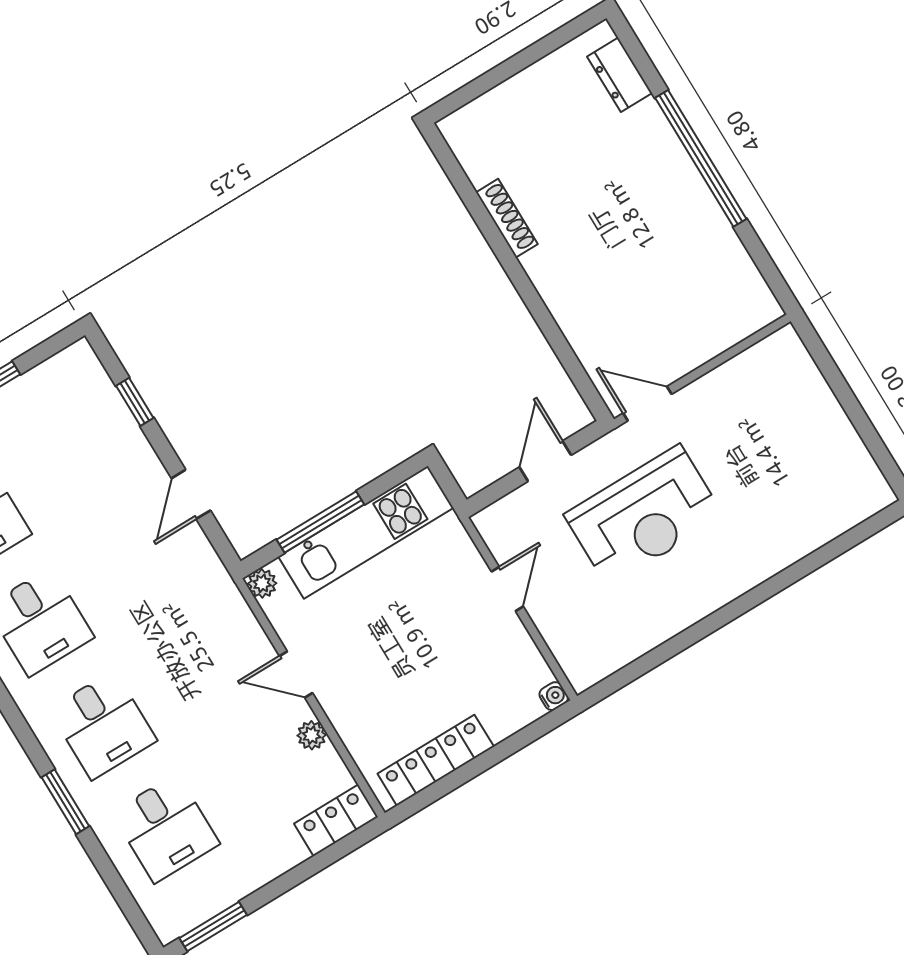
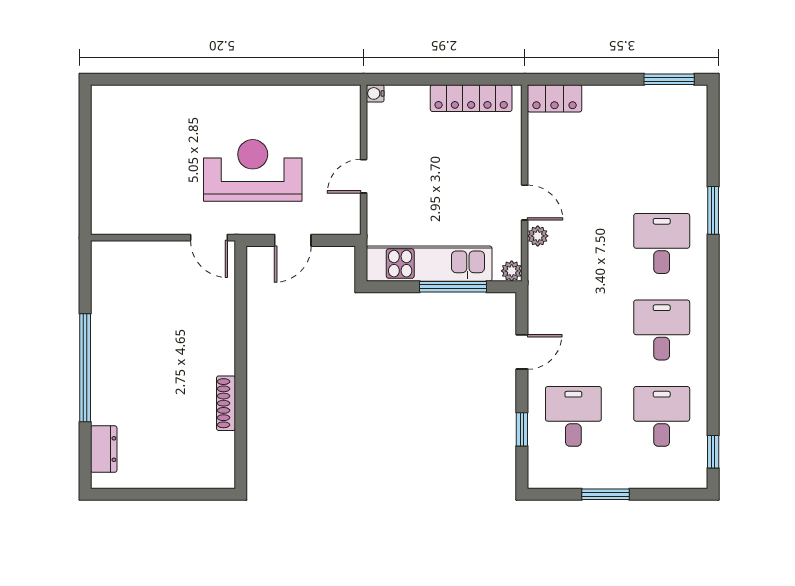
plant: (312, 735) -> (538, 236), moved
desk: (166, 828) -> (573, 416), moved

